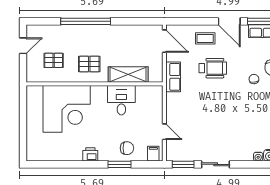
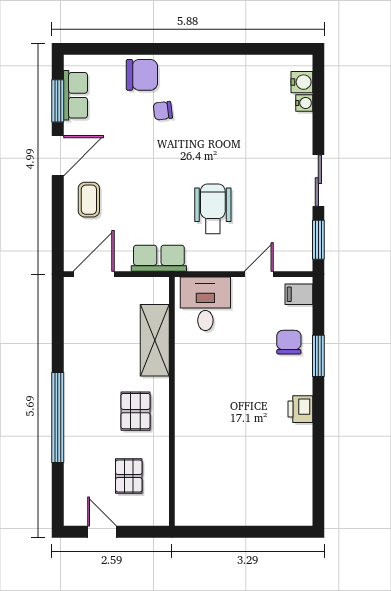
wheelchair: (213, 68) -> (213, 209), moved
desk: (121, 100) -> (205, 304), moved, turned 90
corner desk: (67, 109) -> (217, 452), removed

